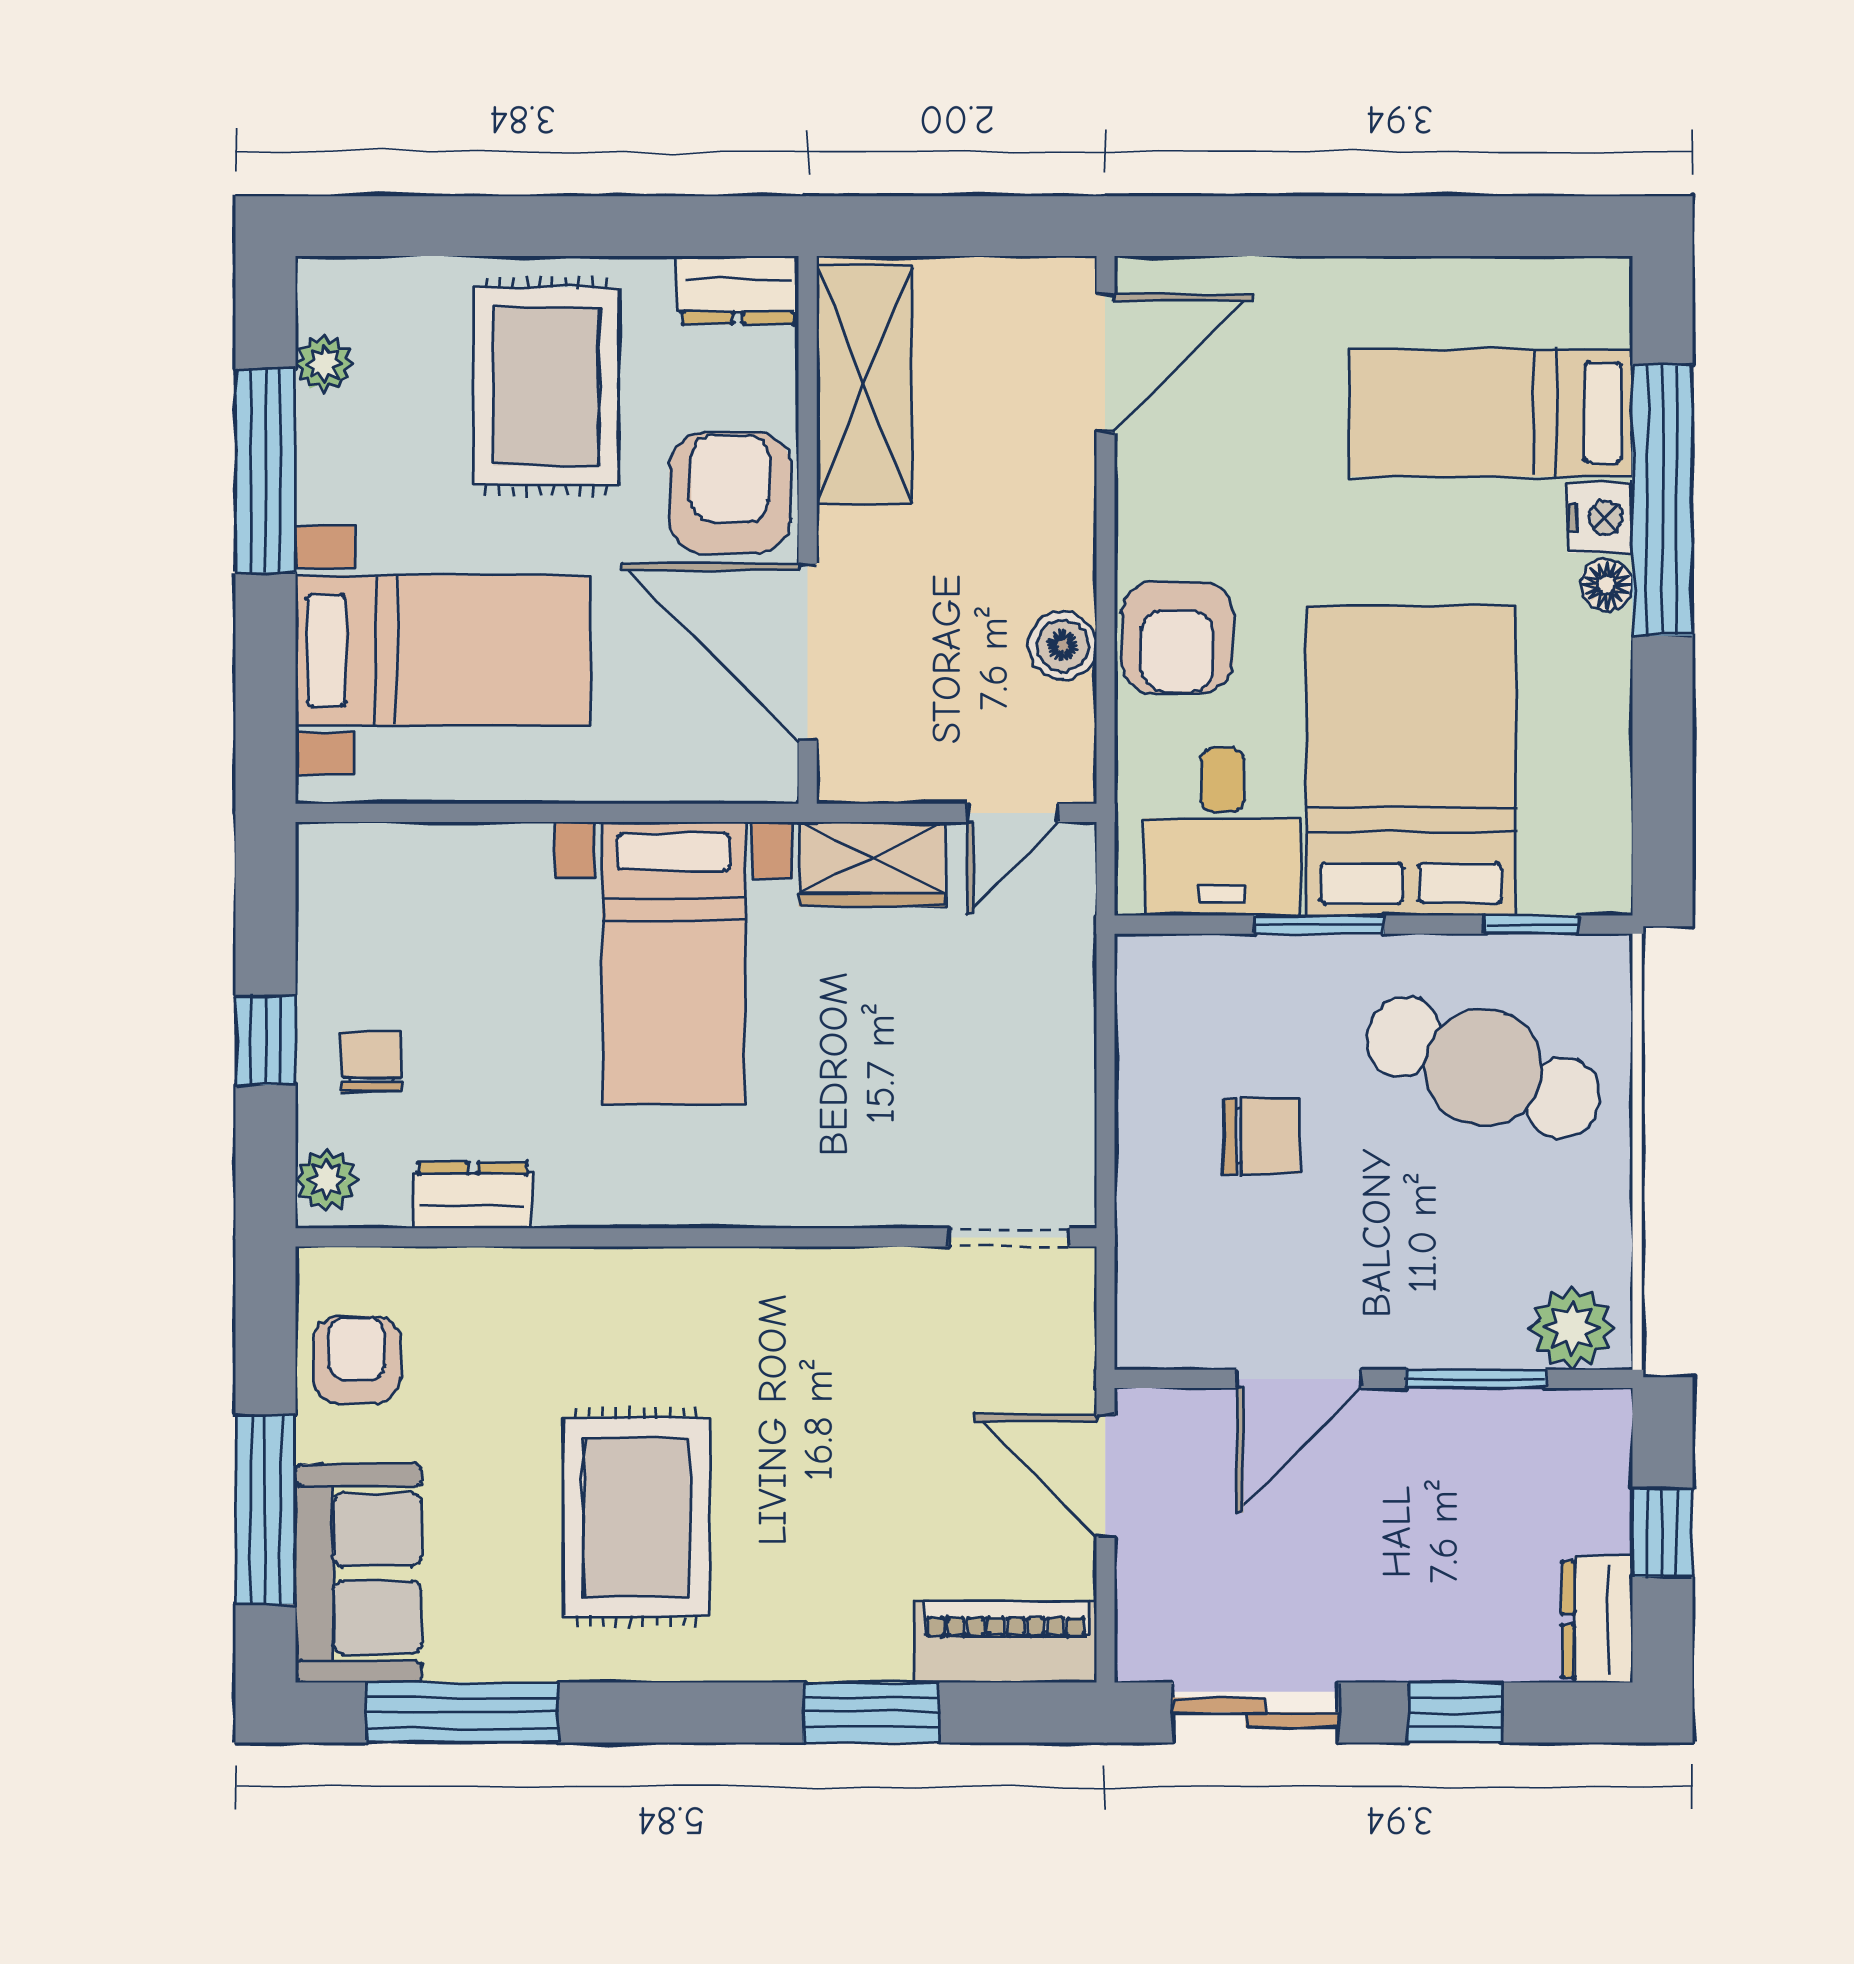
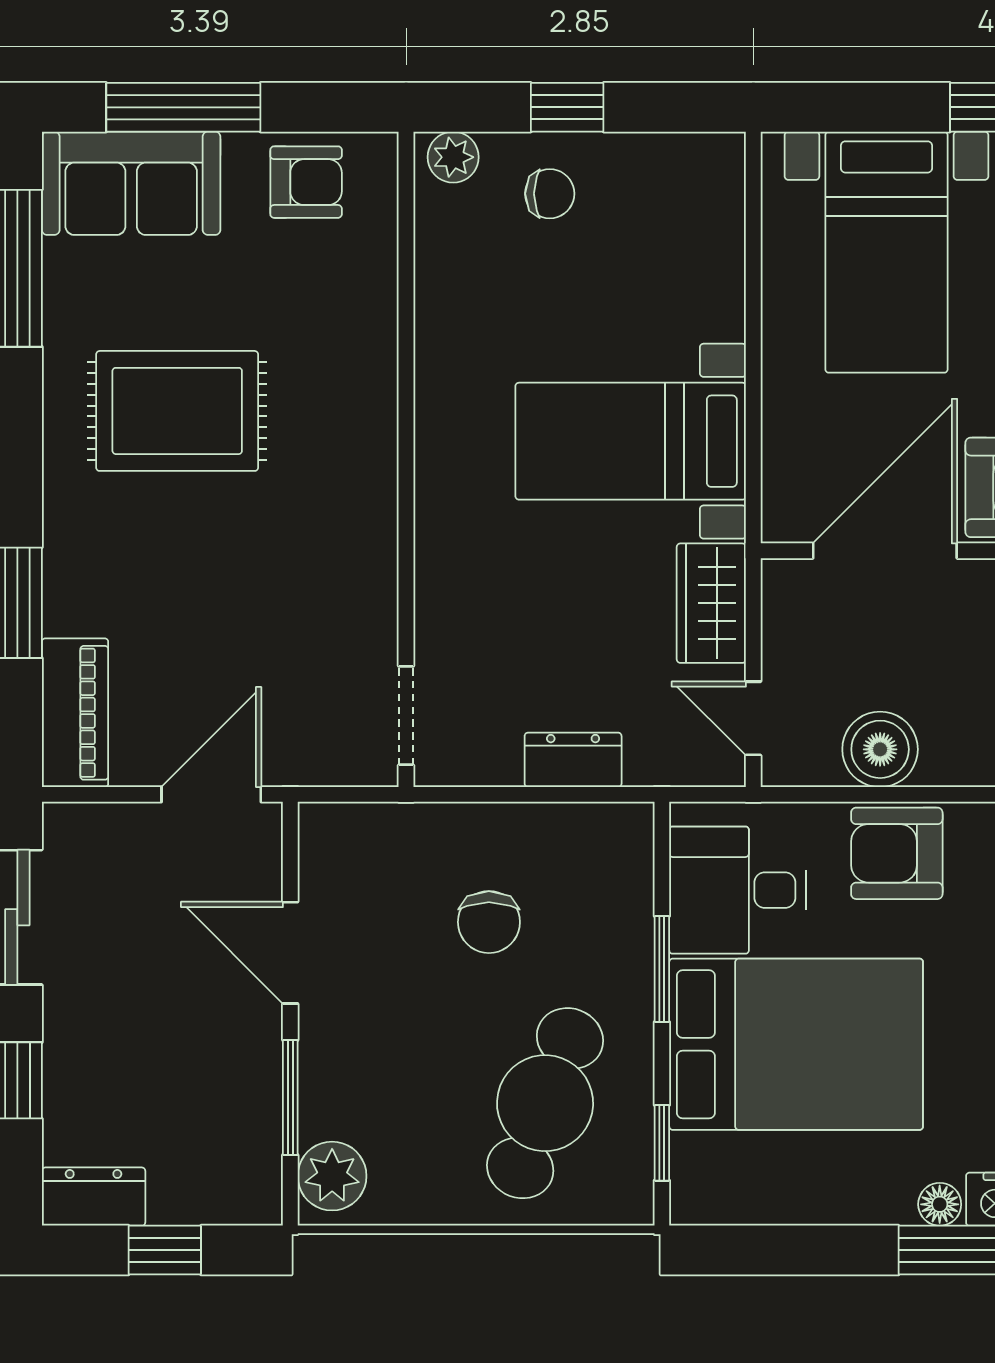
boiler: (1063, 646) -> (880, 749), width x1.36, depth x1.36
dresser: (473, 1195) -> (573, 760), moved, turned -90

